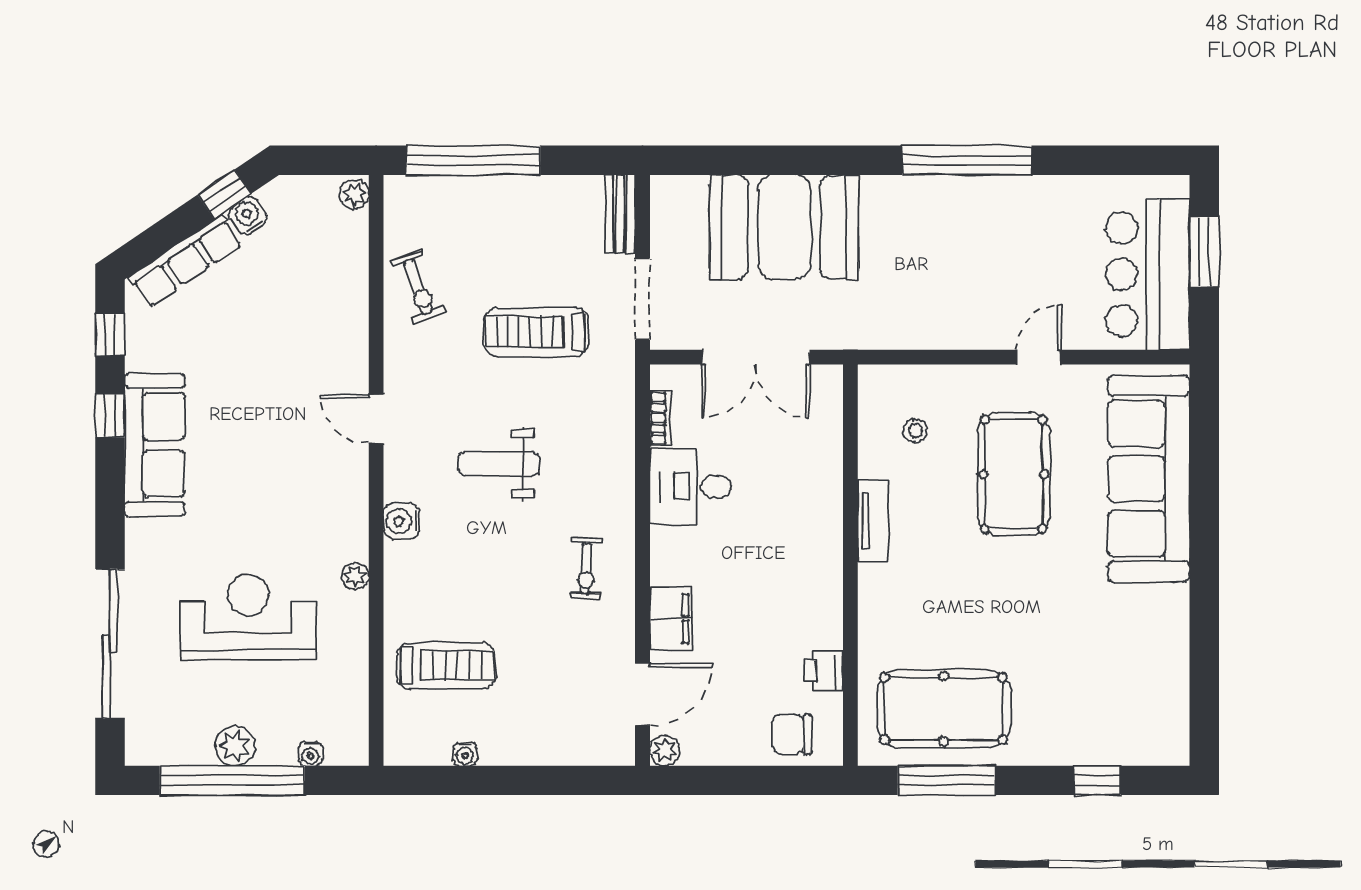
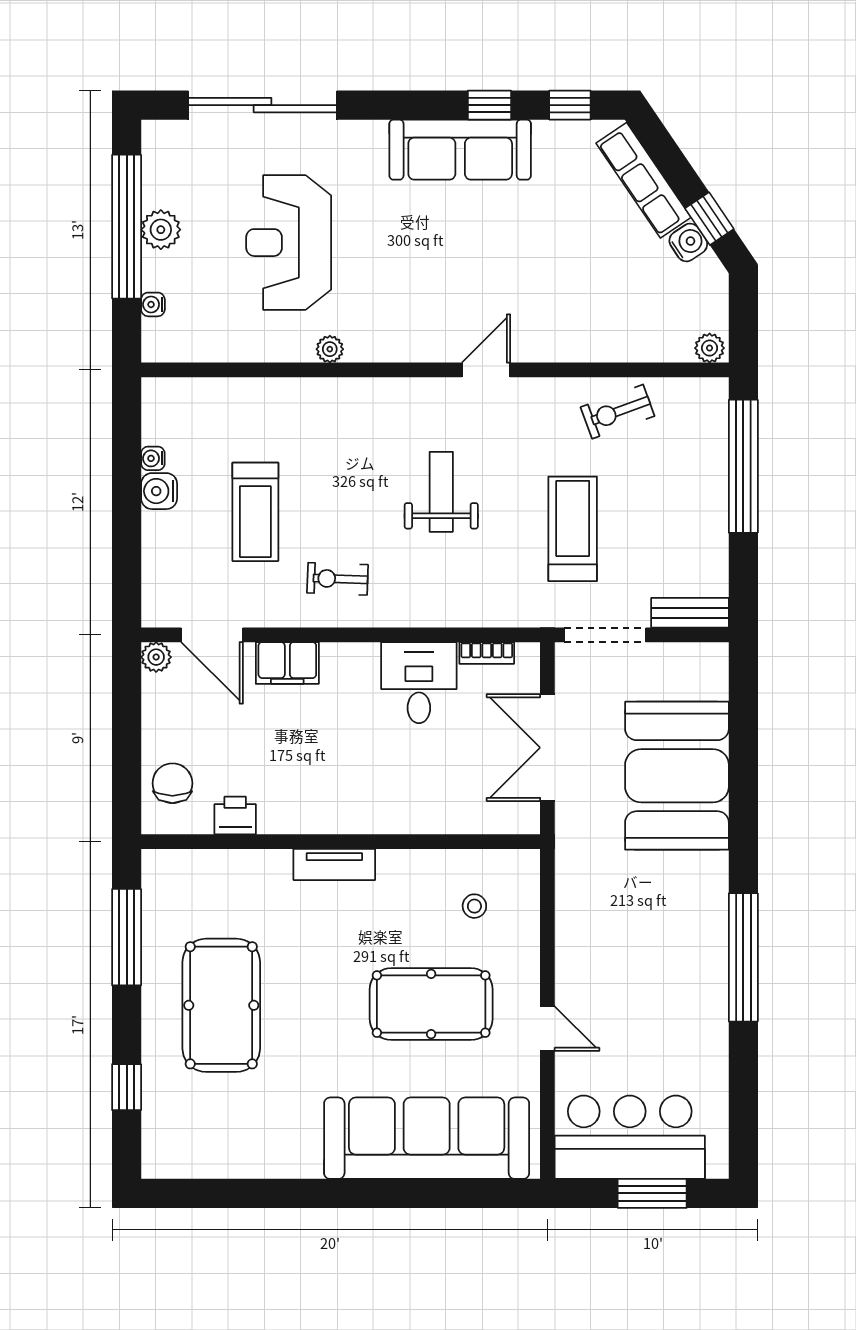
tv unit: (873, 520) -> (334, 864), moved
water cooler: (402, 521) -> (159, 491), moved, turned -90
reception desk: (248, 617) -> (289, 243), turned 180
treadmill: (446, 666) -> (255, 512), moved
pool table: (944, 709) -> (221, 1005), moved

